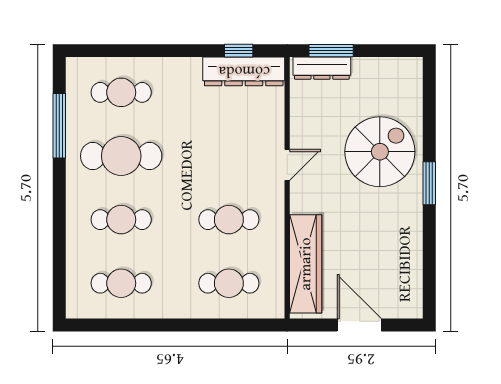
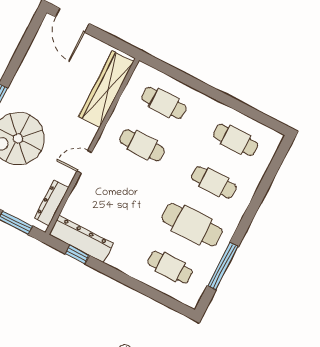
dresser: (322, 68) -> (52, 203), moved, turned -90
door: (359, 325) -> (72, 20), moved

